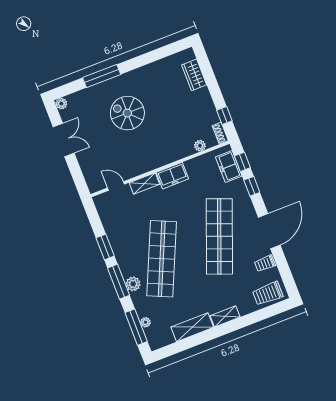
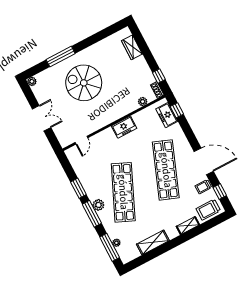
spiral stairs: (127, 113) -> (84, 83), width x1.37, depth x1.37
double door: (64, 140) -> (42, 118), moved
shelving: (144, 183) -> (103, 136), removed
door: (116, 186) -> (81, 140), swing flipped
window: (252, 186) -> (220, 192), moved
door: (269, 231) -> (204, 161), hinge flipped
plant: (133, 284) -> (98, 205), moved
shelving: (225, 316) -> (188, 226), moved

